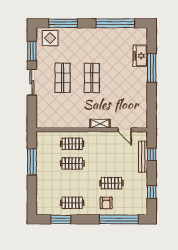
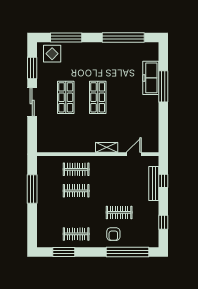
freezer: (140, 56) -> (151, 78), width x1.40
door: (125, 130) -> (134, 154), swing flipped

